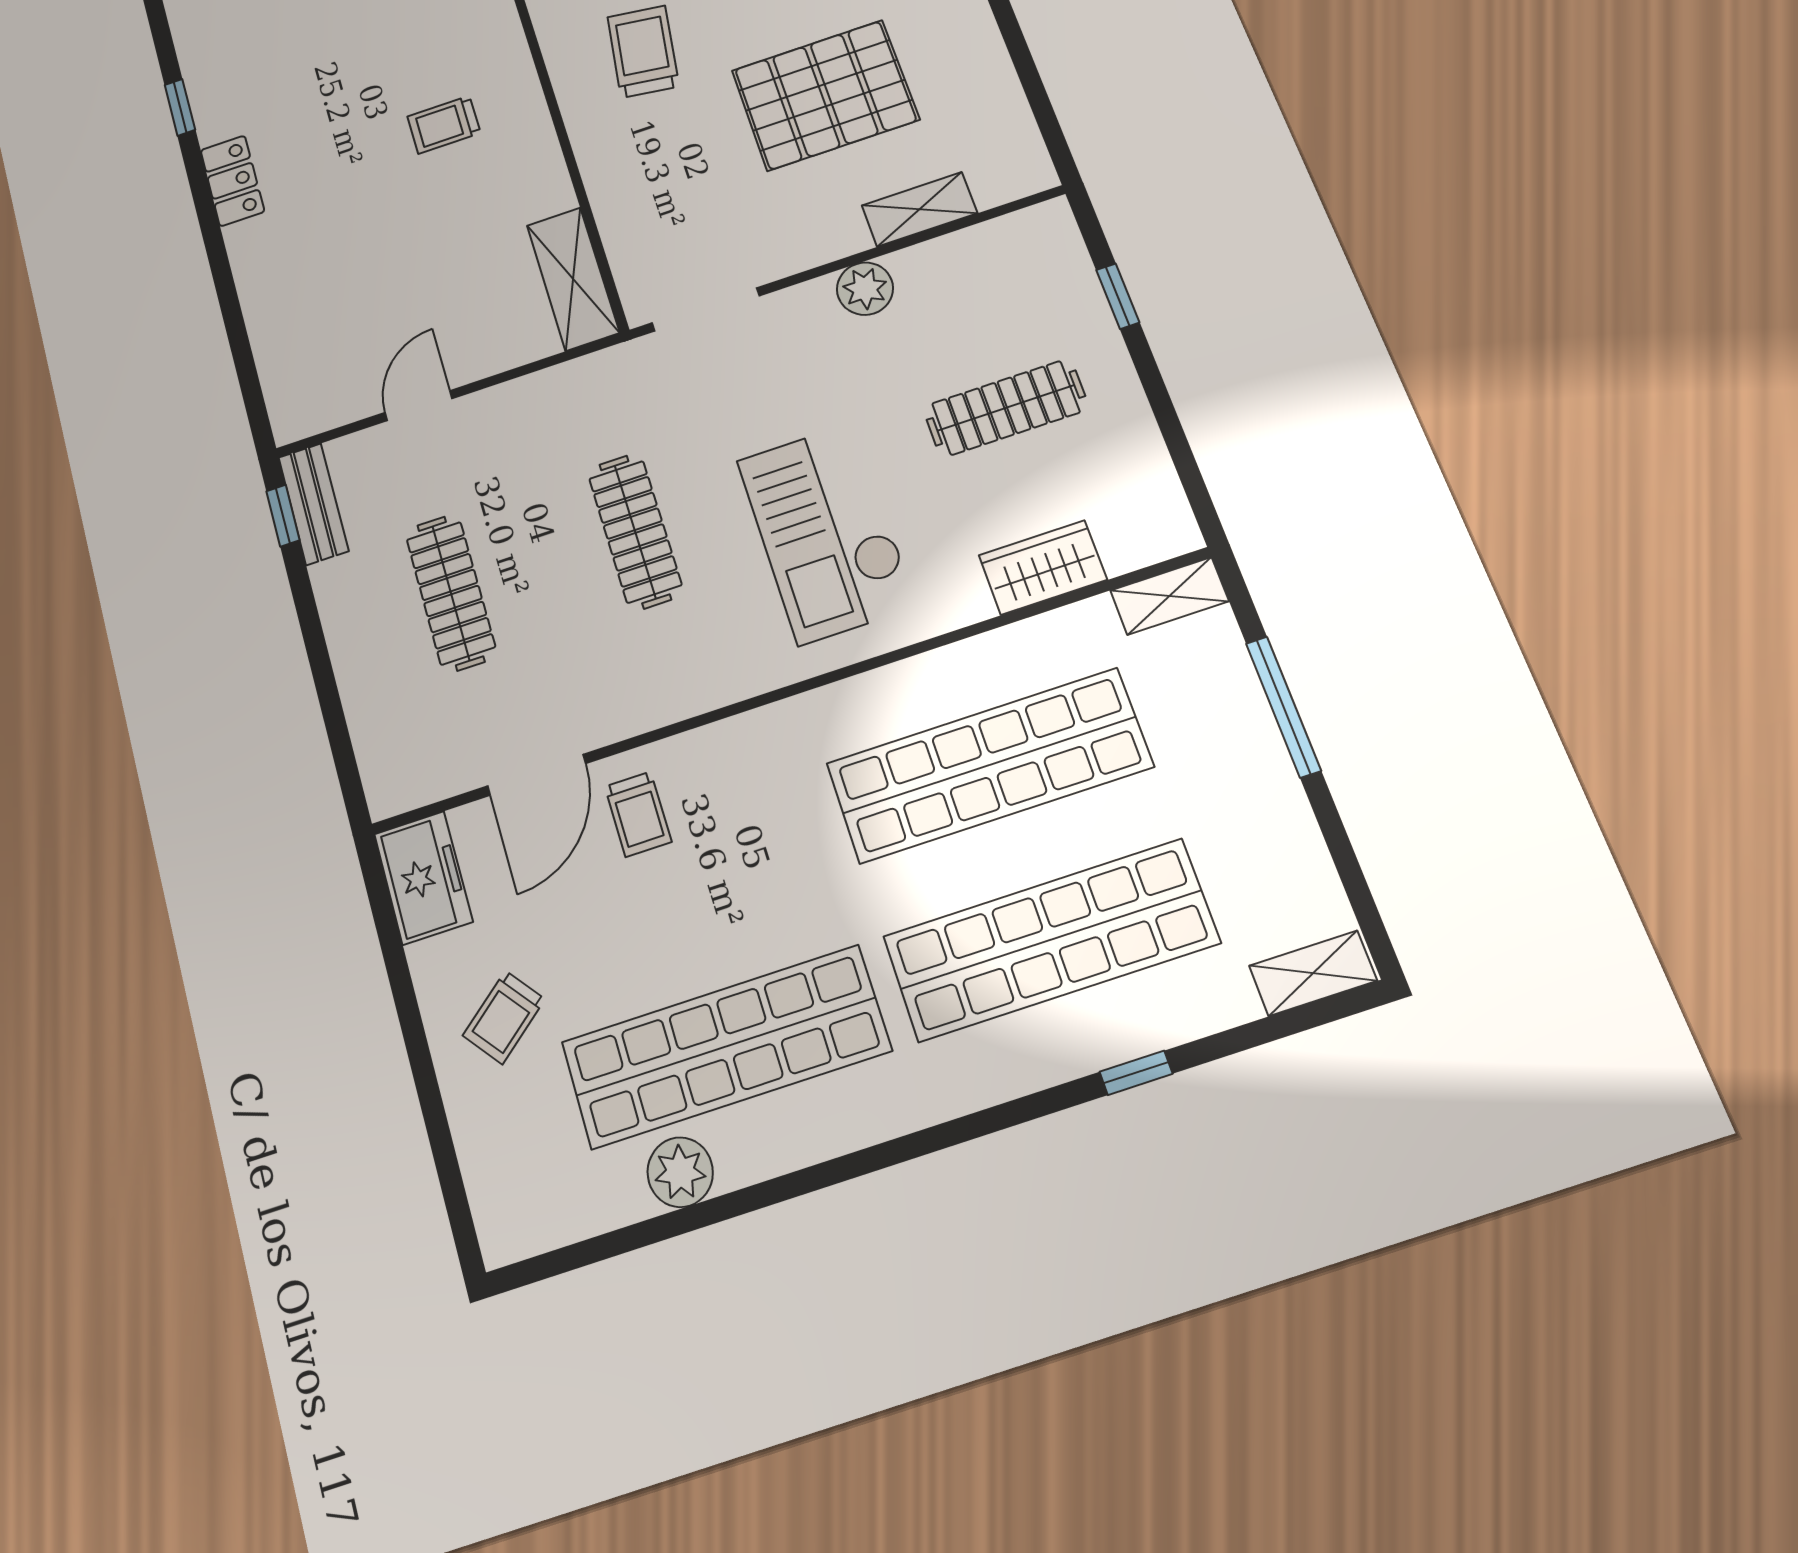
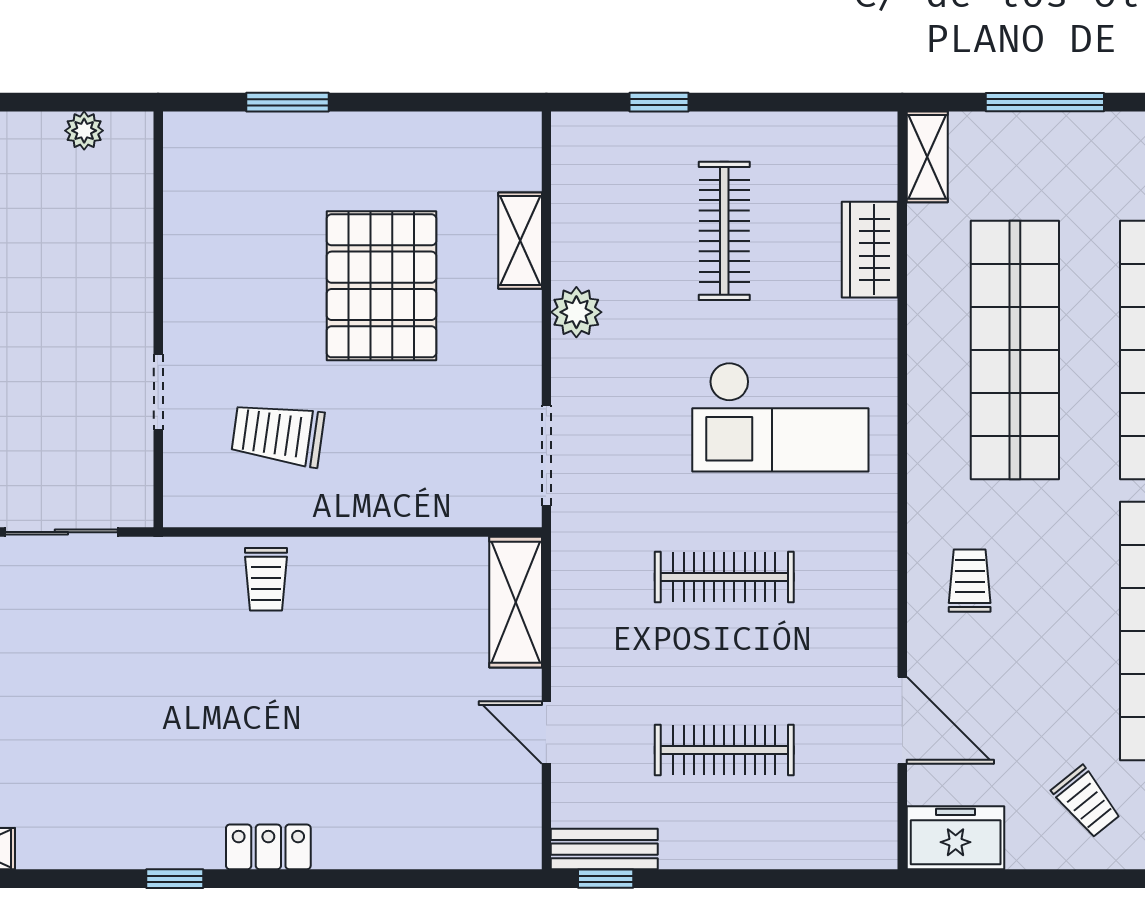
trolley: (444, 125) -> (266, 579), moved
shelving: (573, 279) -> (516, 602), moved, turned 90
trolley: (638, 814) -> (970, 581), moved, turned -90

